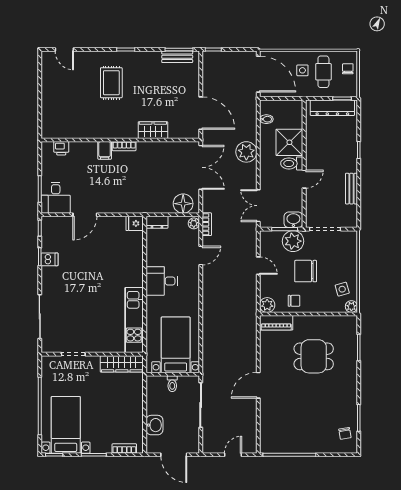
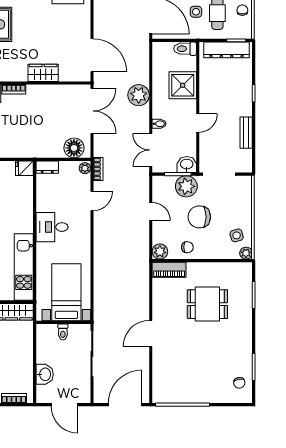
bidet: (266, 119) -> (159, 124), moved
toilet: (292, 163) -> (185, 49), moved
door: (233, 455) -> (125, 405), width x1.88

